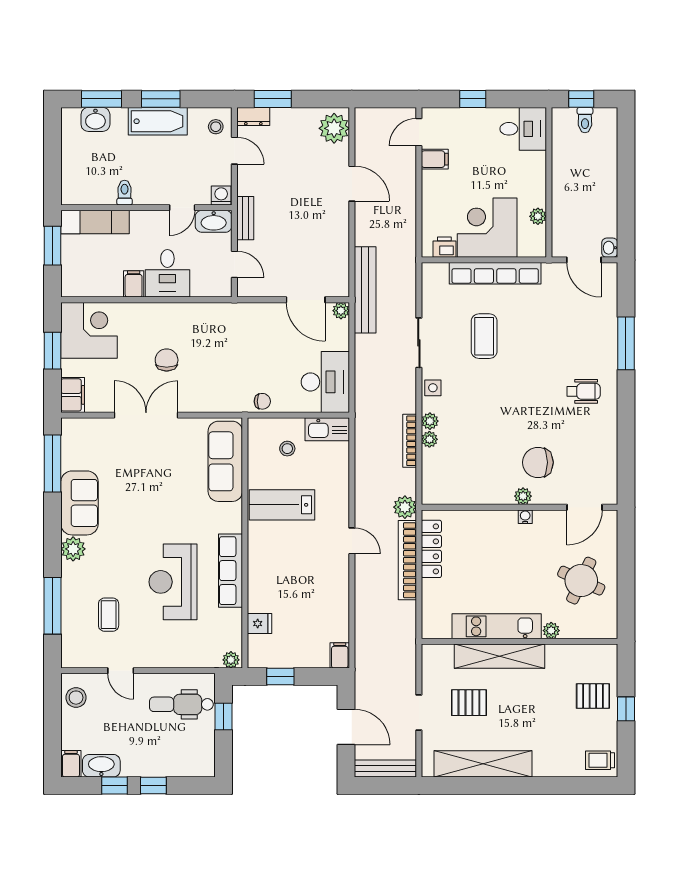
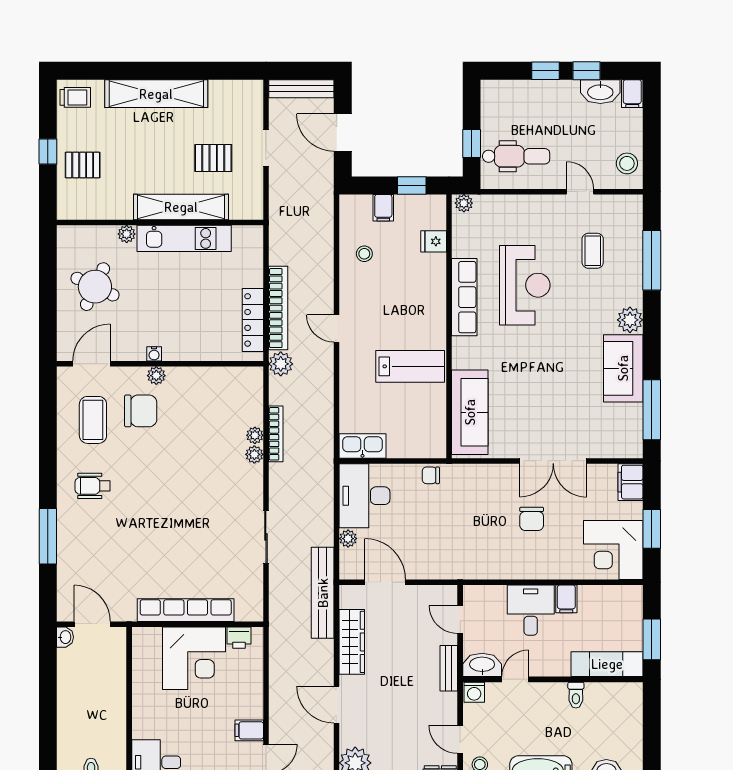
plant: (538, 216) -> (141, 670), removed
wardrobe: (337, 243) -> (352, 642), added
plant: (341, 311) -> (348, 539), moved
coffee table: (484, 336) -> (93, 420), moved
side table: (433, 388) -> (251, 490), removed
stool: (287, 449) -> (364, 254), moved
filing cabinet: (340, 655) -> (383, 208), moved
shelving: (483, 764) -> (156, 94), moved

